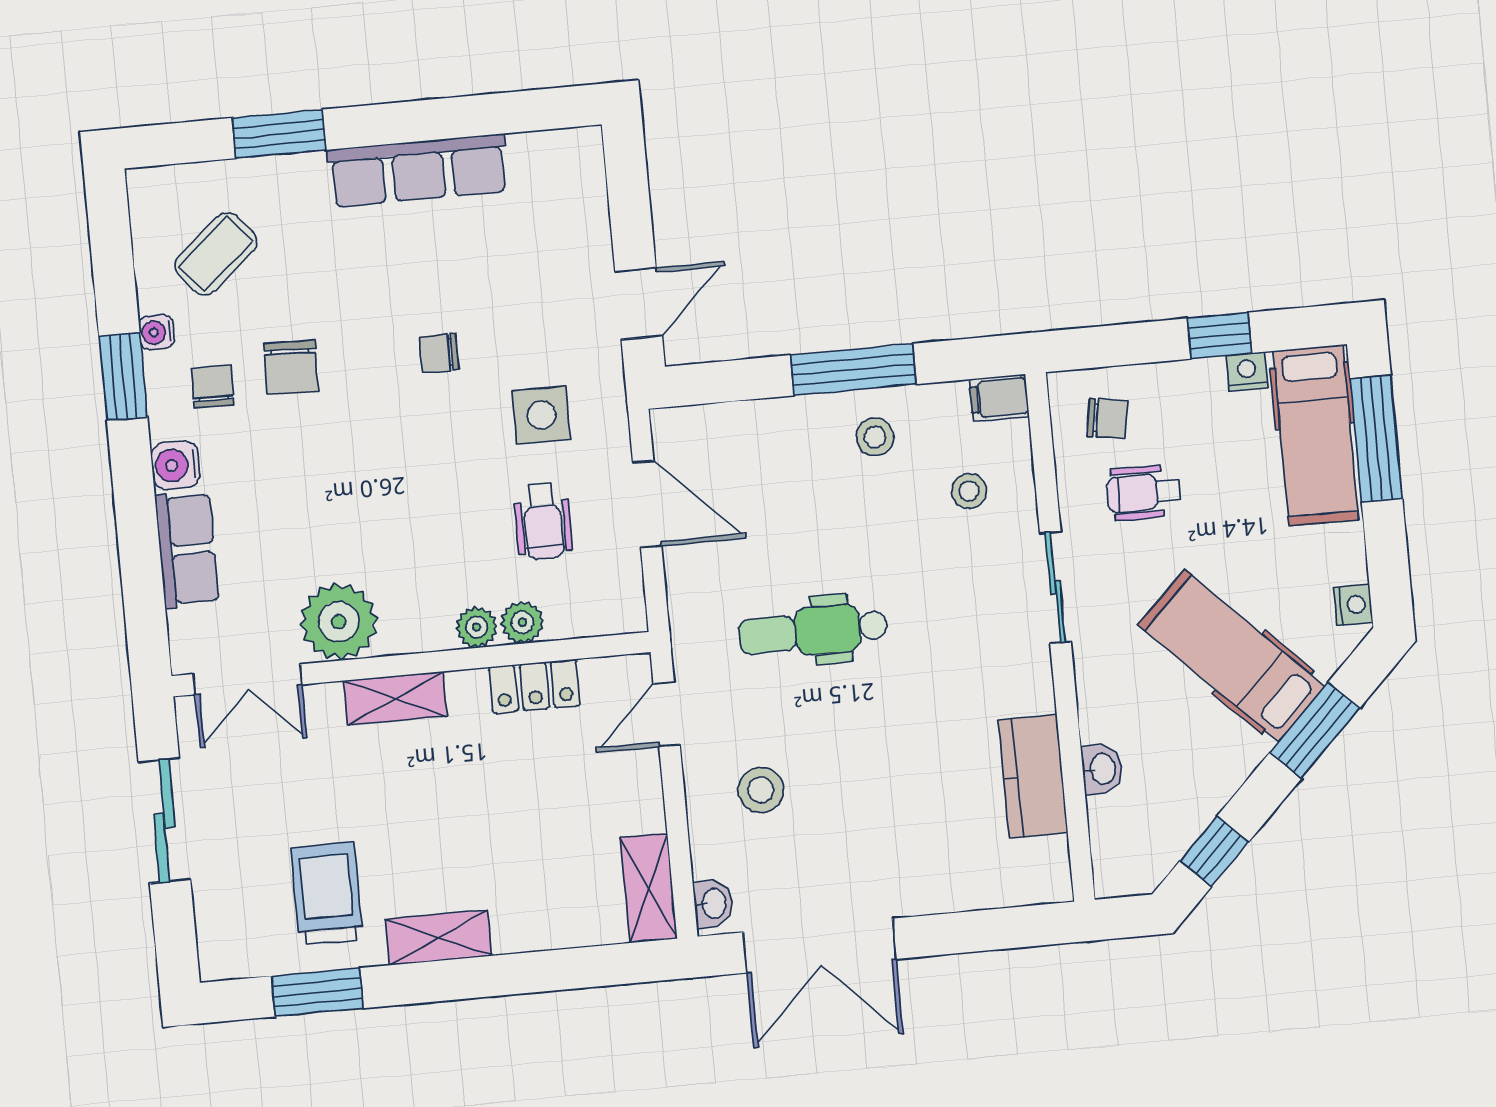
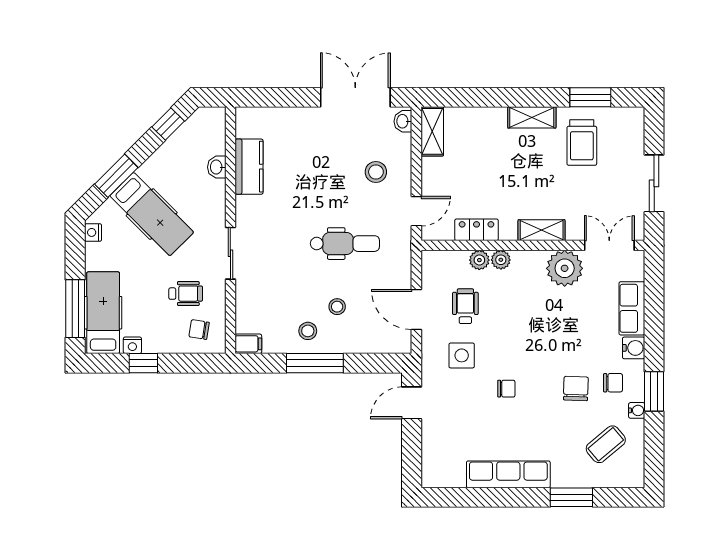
chair: (213, 387) -> (613, 383), turned -90
stool: (969, 491) -> (337, 307), moved

